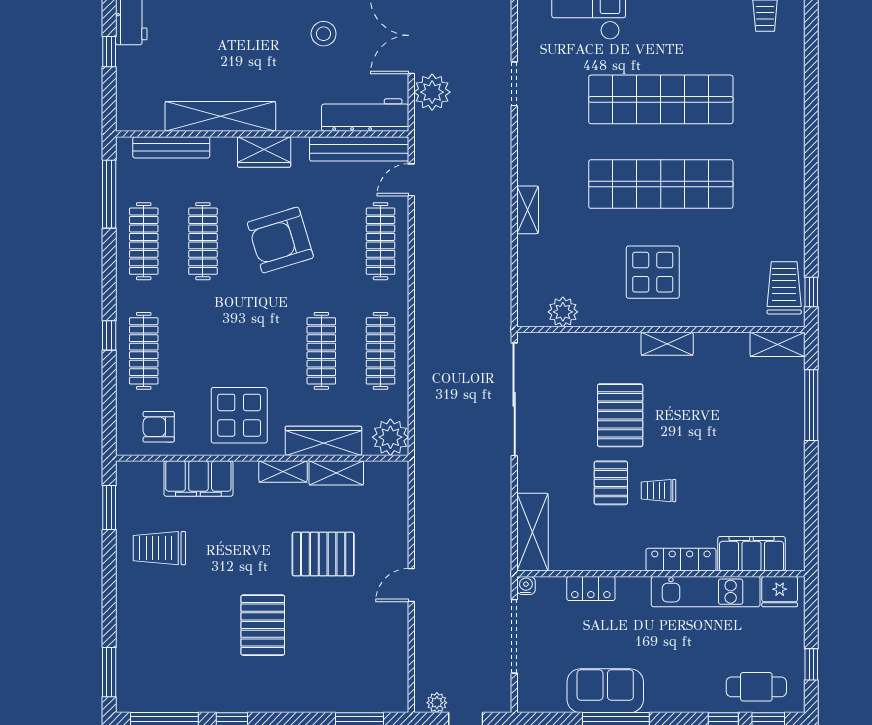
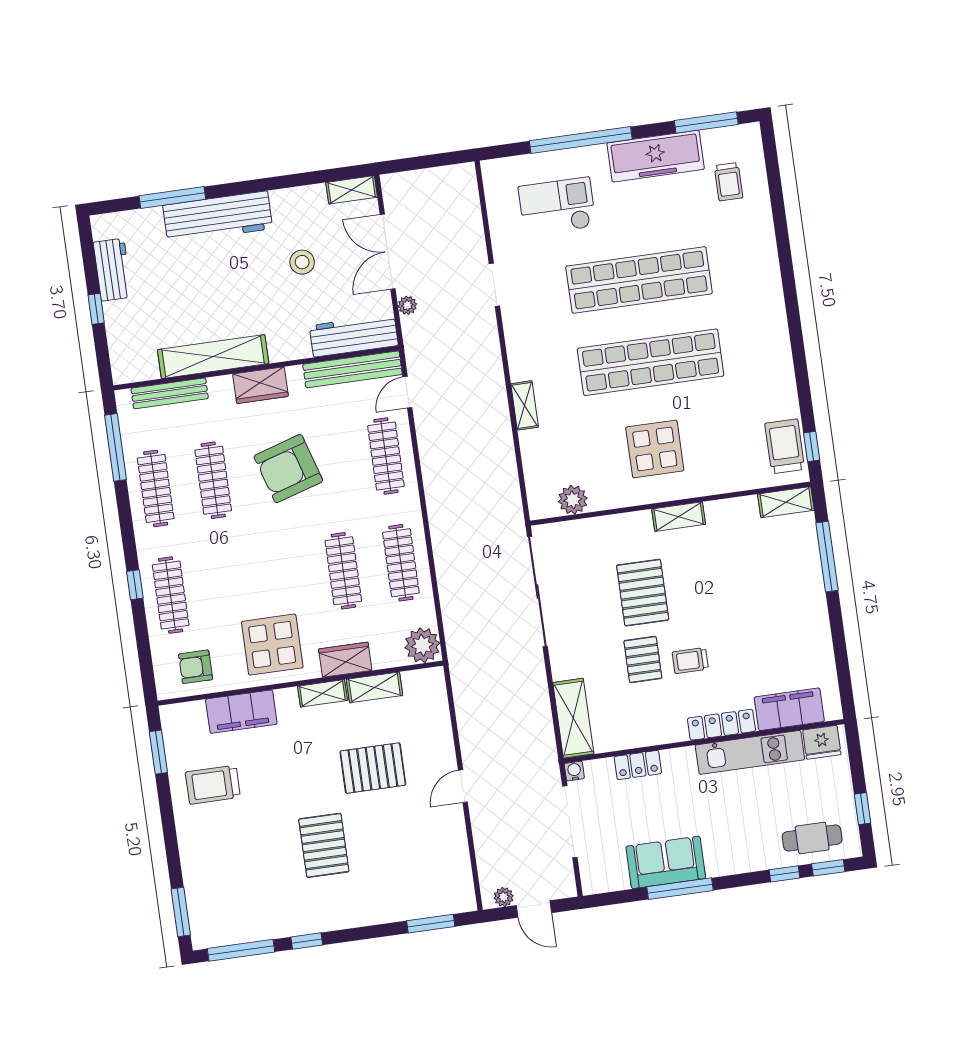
plant: (432, 92) -> (407, 305), width x0.53, depth x0.53
wardrobe: (323, 441) -> (345, 660), width x0.67

